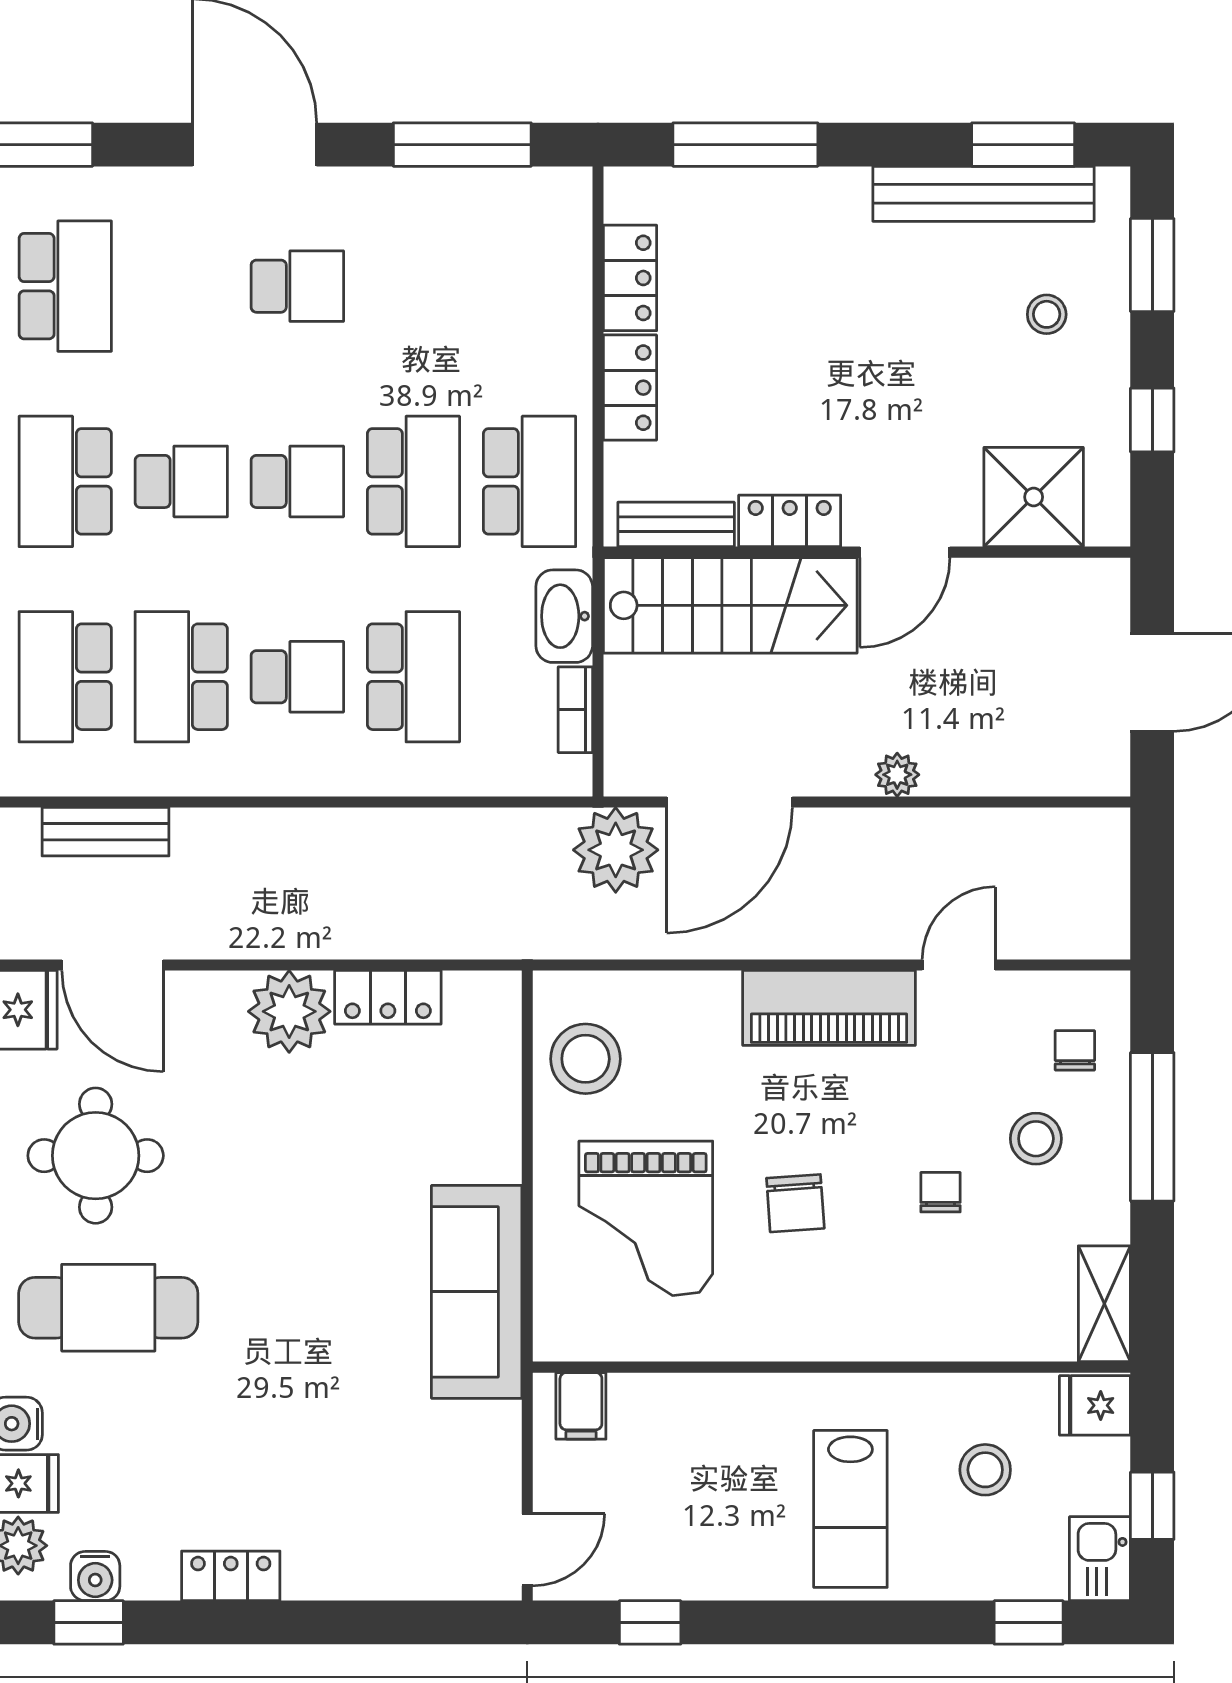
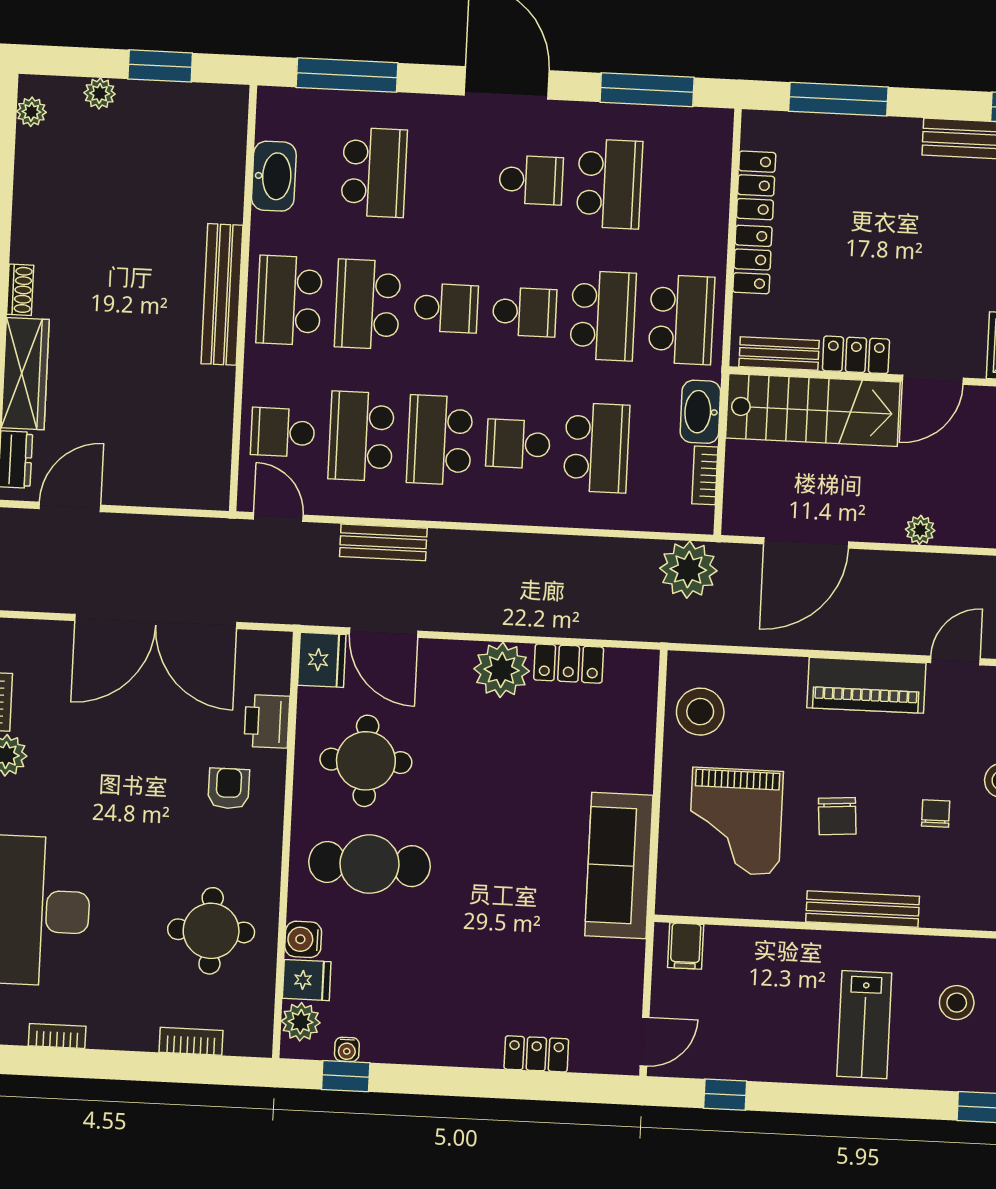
school desk: (413, 286) -> (609, 184), added
school desk: (297, 677) -> (518, 444), turned 180
plant: (616, 850) -> (688, 570), moved
bench: (839, 1338) -> (863, 909), added
water cooler: (95, 1576) -> (347, 1049), width x0.72, depth x0.72
locker: (231, 1576) -> (536, 1054), moved

